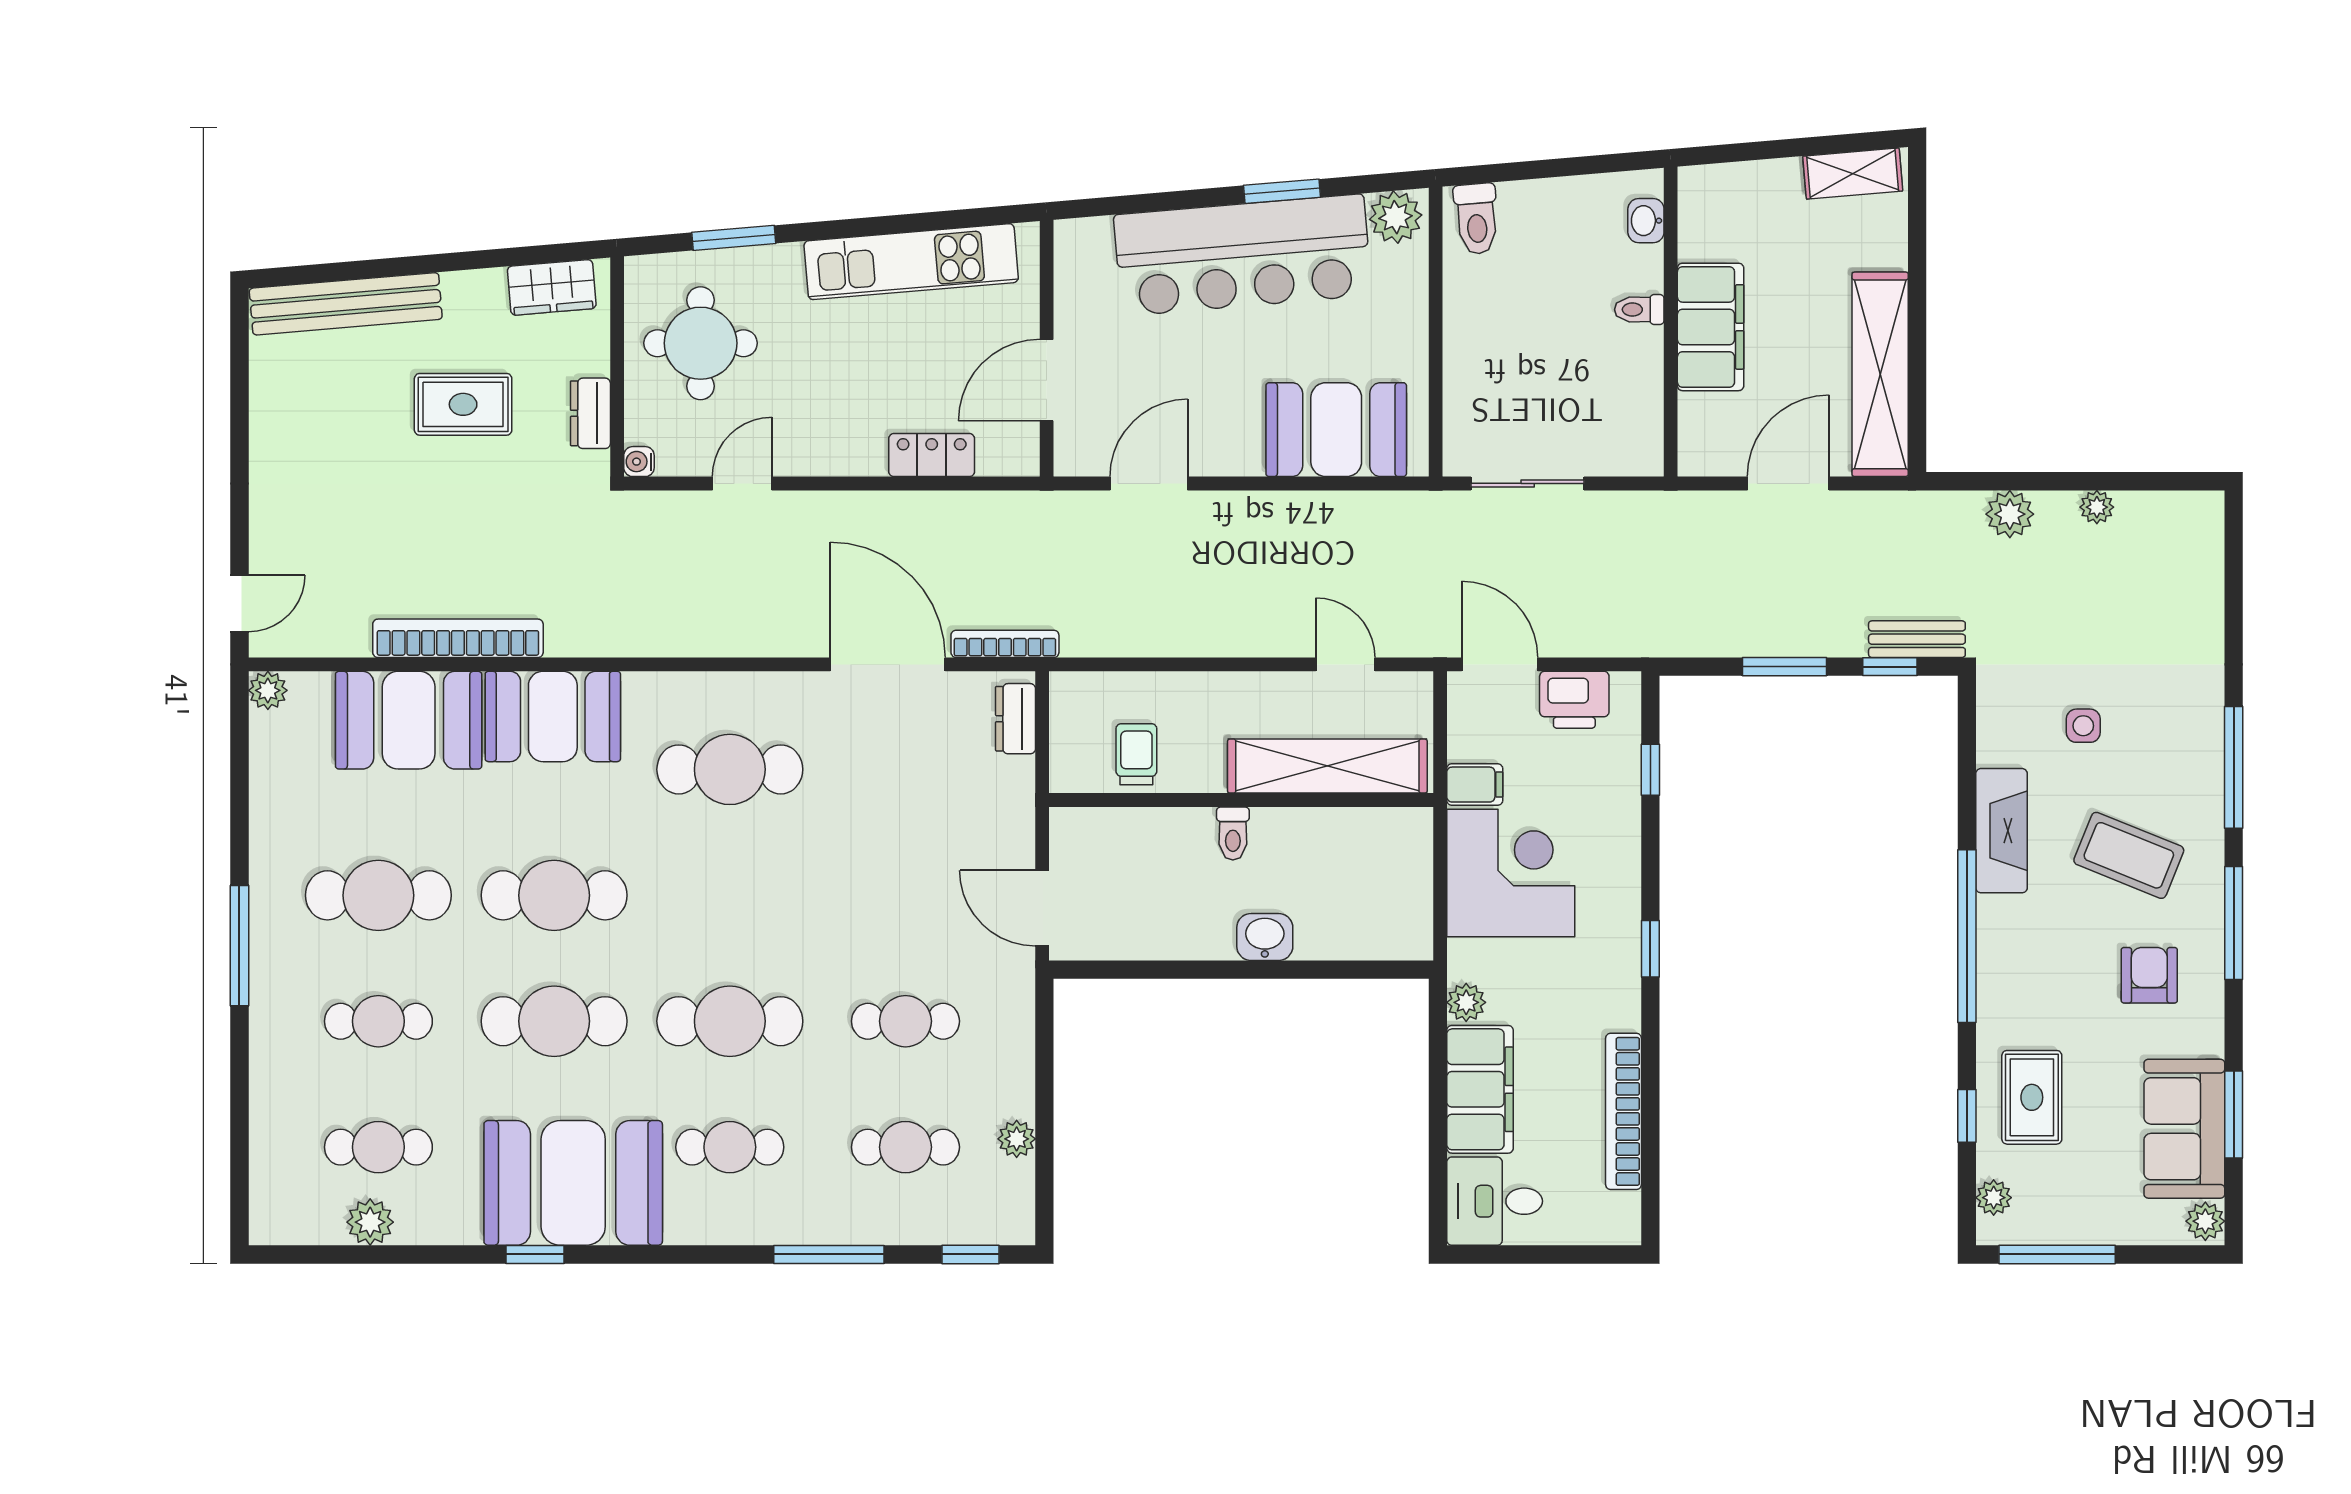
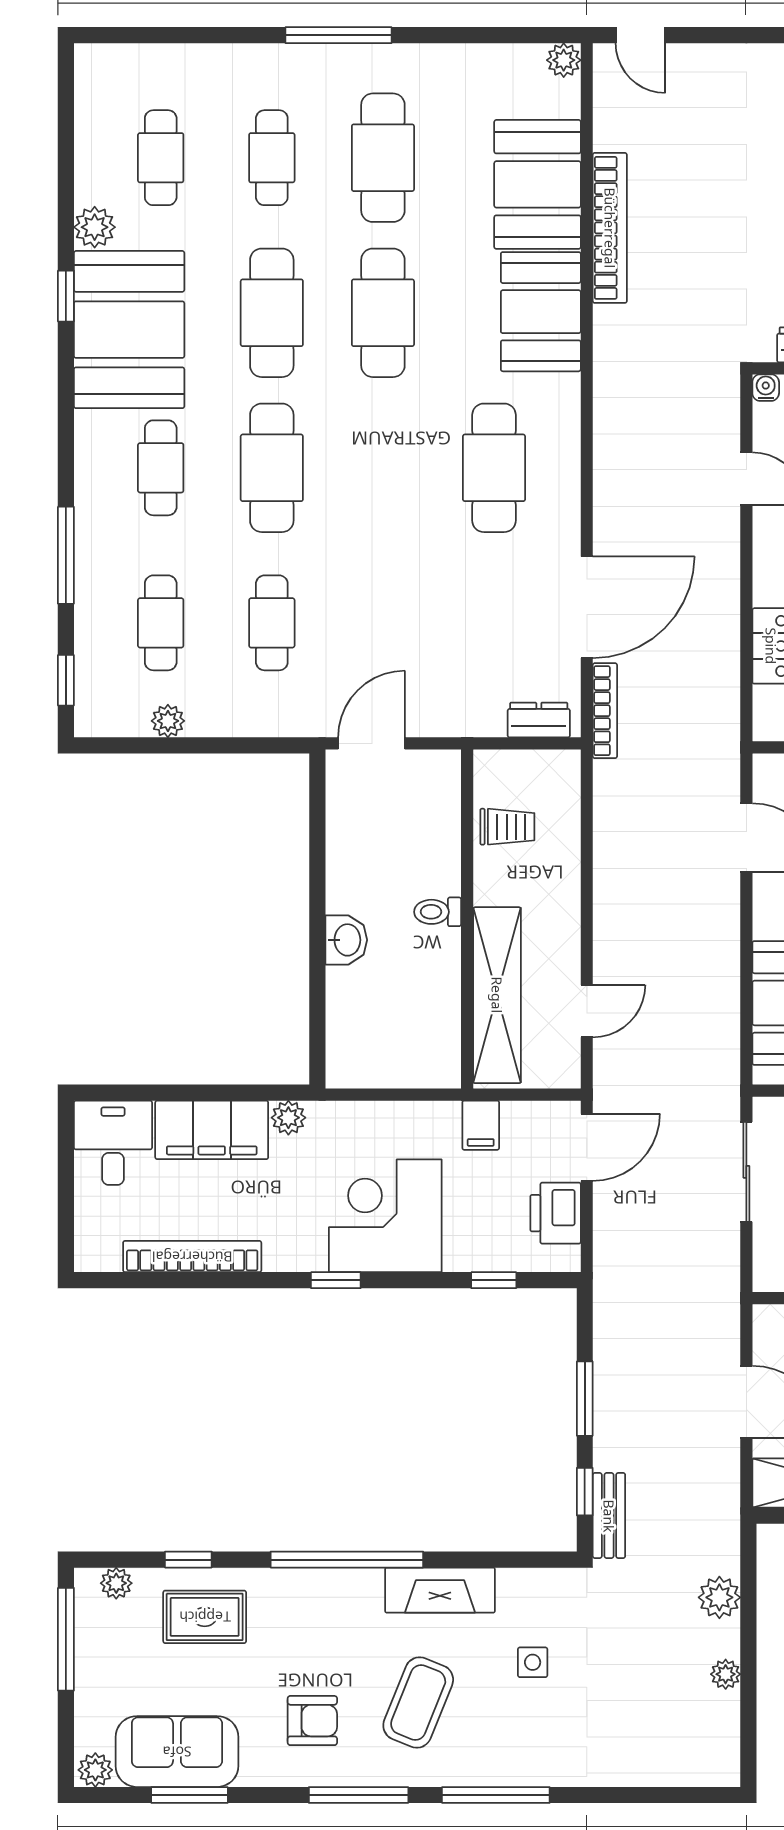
corner desk: (1511, 873) -> (385, 1216), moved, turned 180
plant: (370, 1222) -> (95, 227), moved

